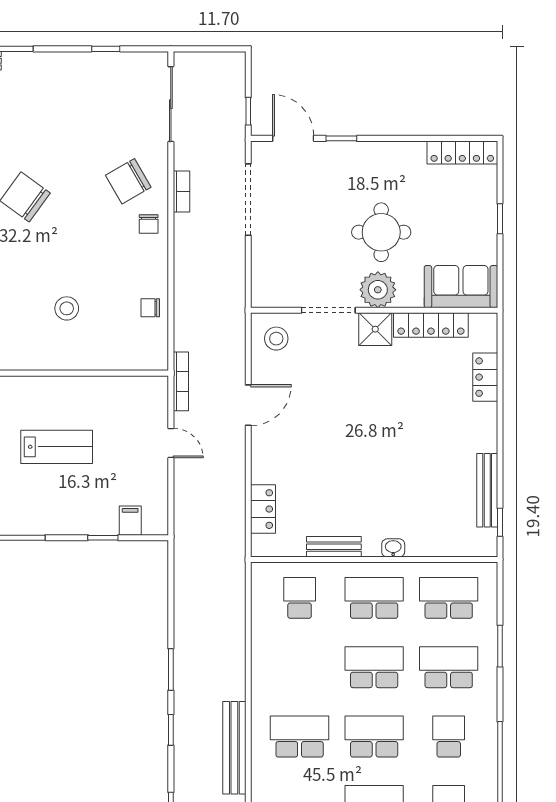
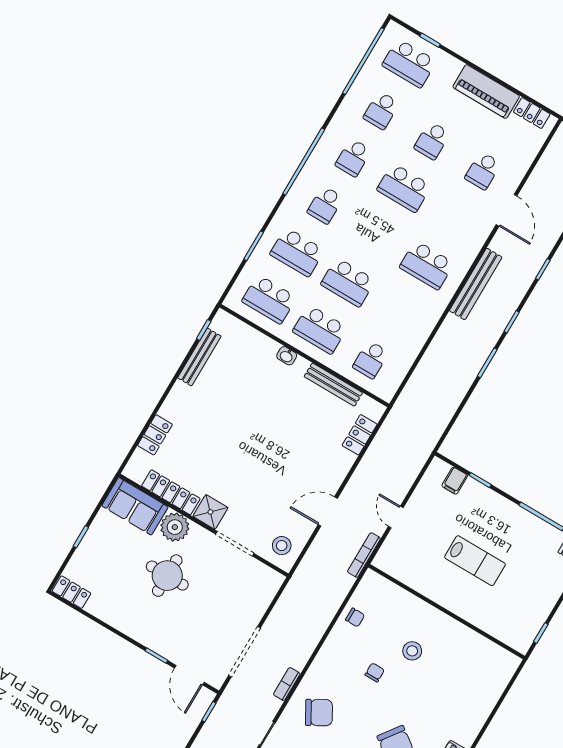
locker: (462, 152) -> (71, 592), width x0.66
chair: (149, 224) -> (375, 672), moved
plant: (378, 290) -> (175, 527), moved
lab bench: (57, 447) -> (475, 561), turned 180
bench: (334, 547) -> (333, 385), width x1.36
school desk: (374, 737) -> (376, 235), removed

